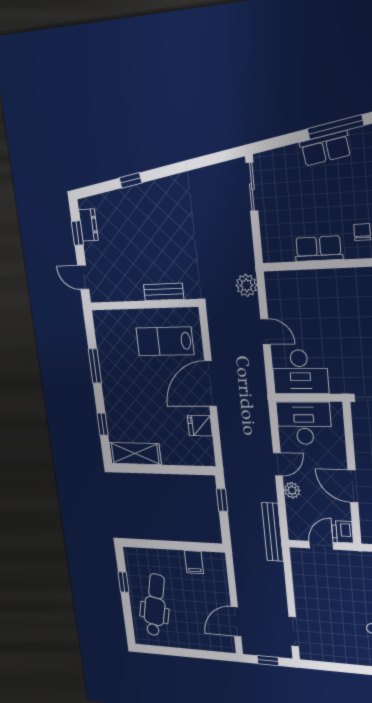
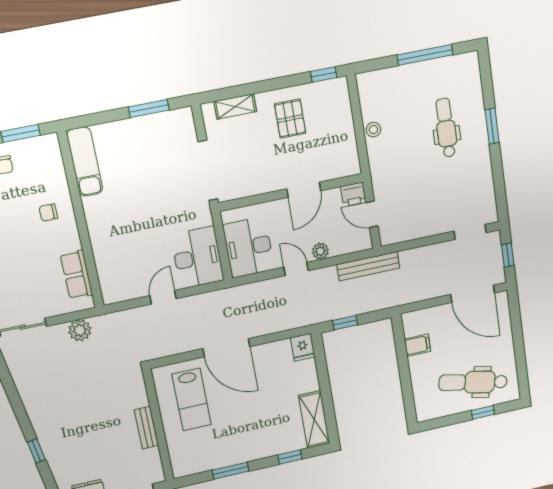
row of seats: (319, 249) -> (76, 275), moved
plant: (246, 285) -> (80, 330), moved
bench: (164, 292) -> (146, 428), moved
fridge: (200, 426) -> (303, 347), moved
window: (123, 582) -> (483, 412), moved
door: (236, 622) -> (473, 294), width x1.36

